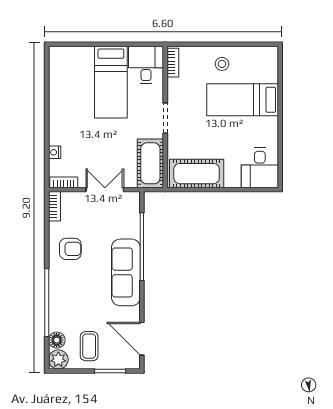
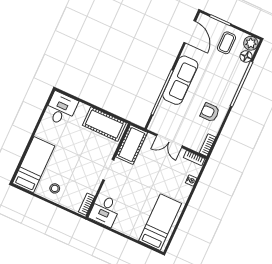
bed: (111, 82) -> (160, 222), moved
bed: (243, 100) -> (34, 165), moved, turned -90

